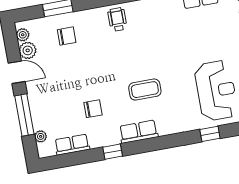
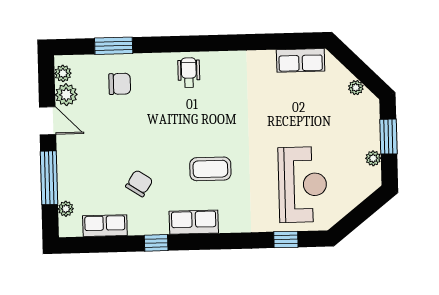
chair: (93, 109) -> (139, 183), turned -57

